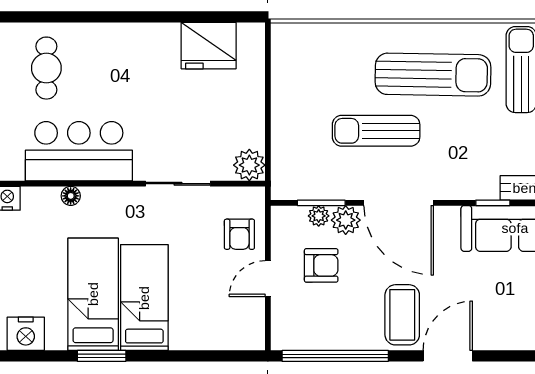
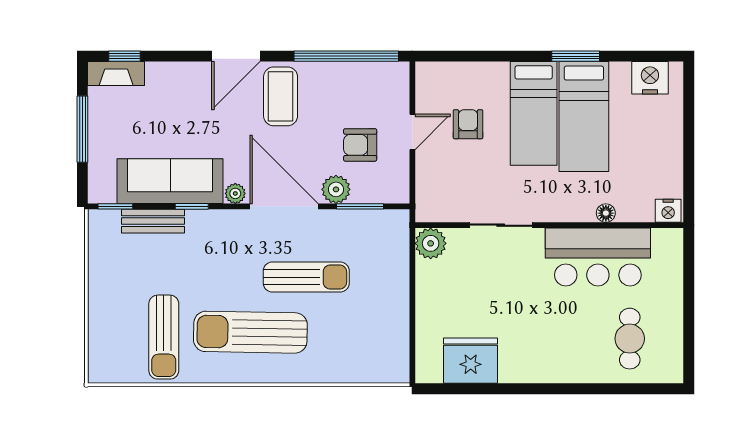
plant: (319, 216) -> (235, 193), moved
armchair: (239, 234) -> (468, 124), moved

